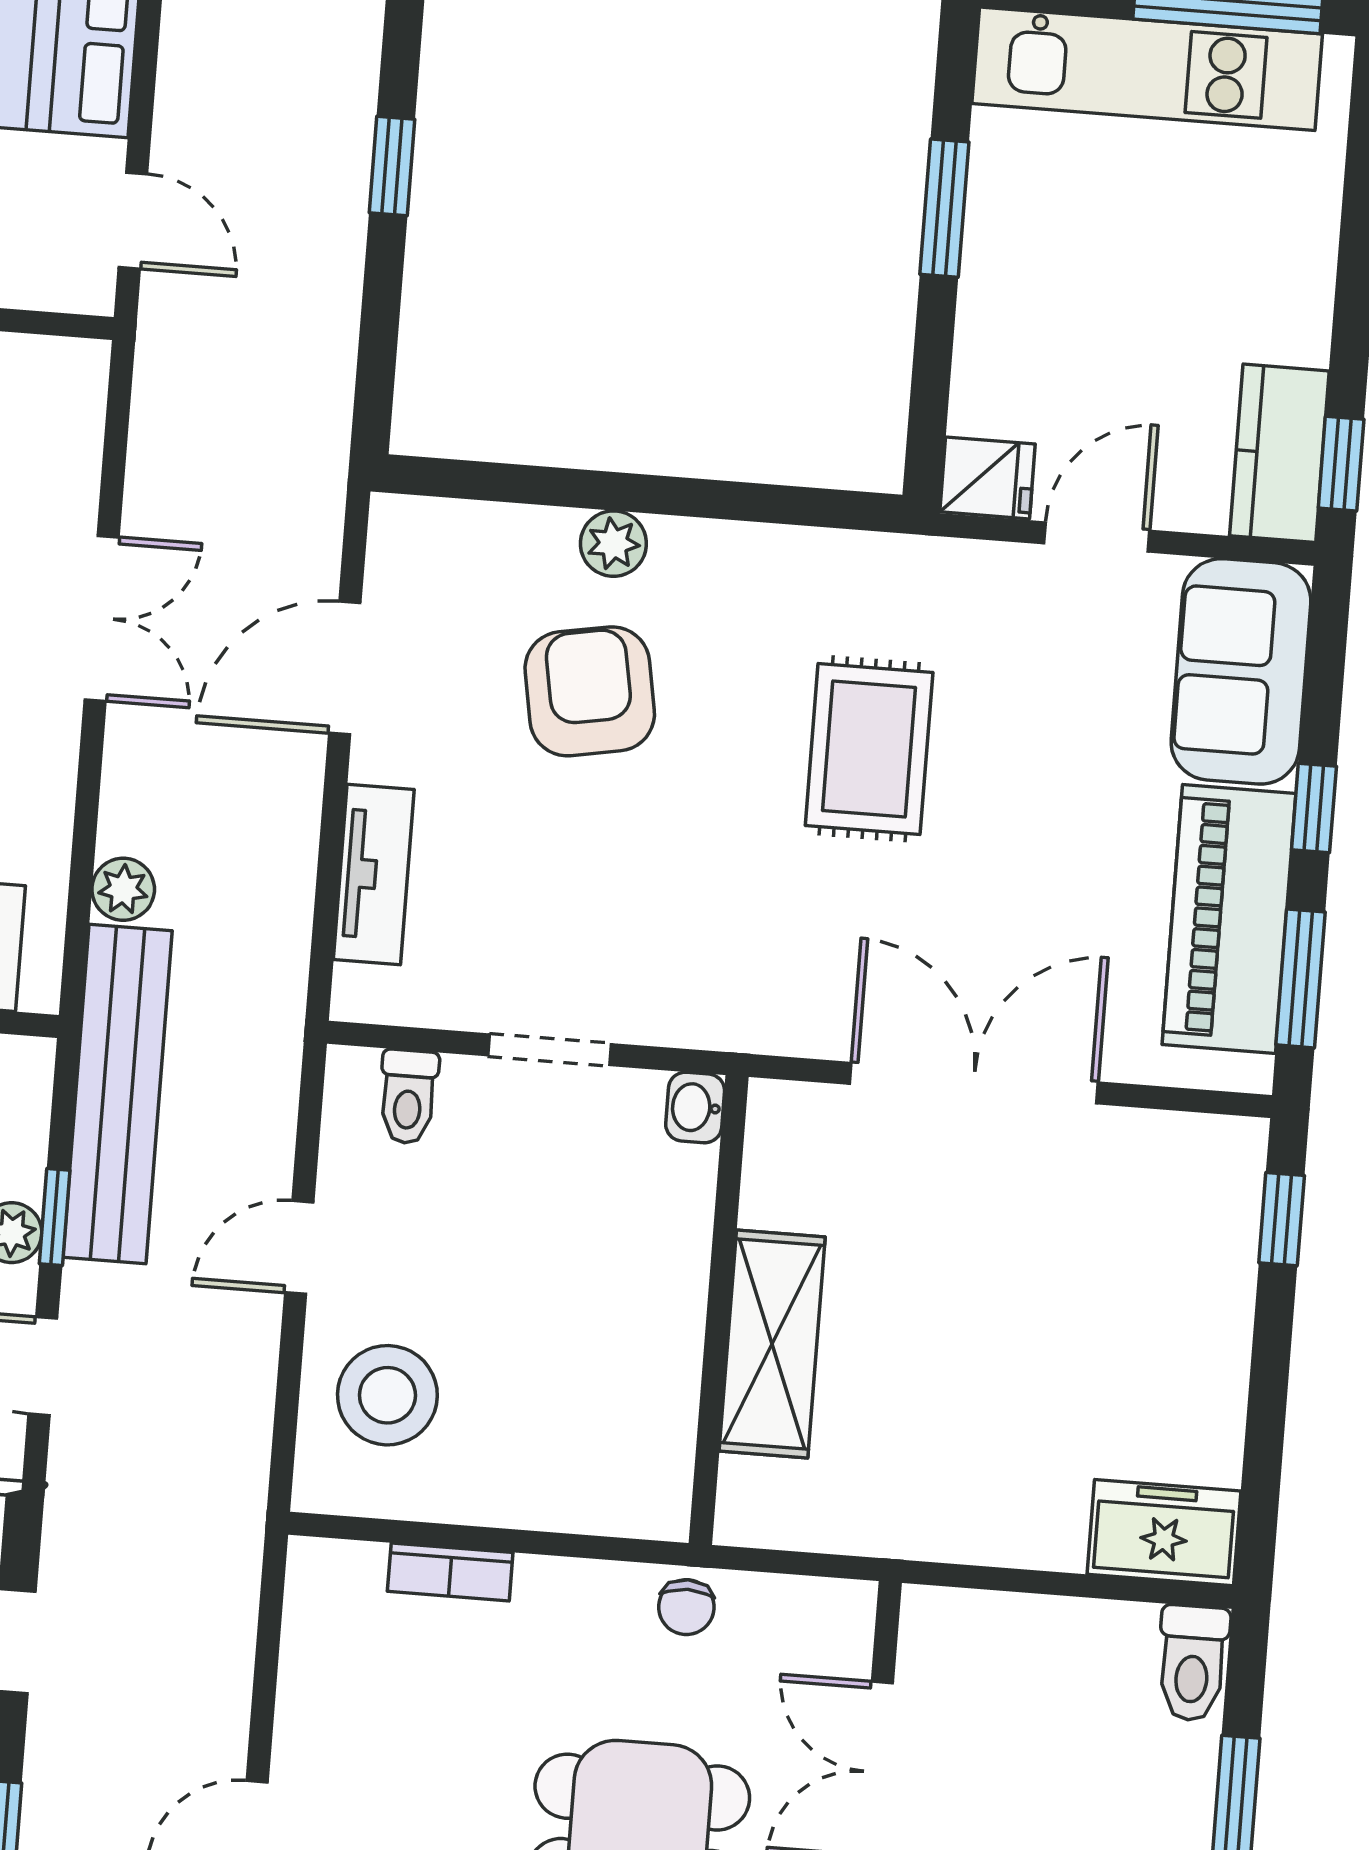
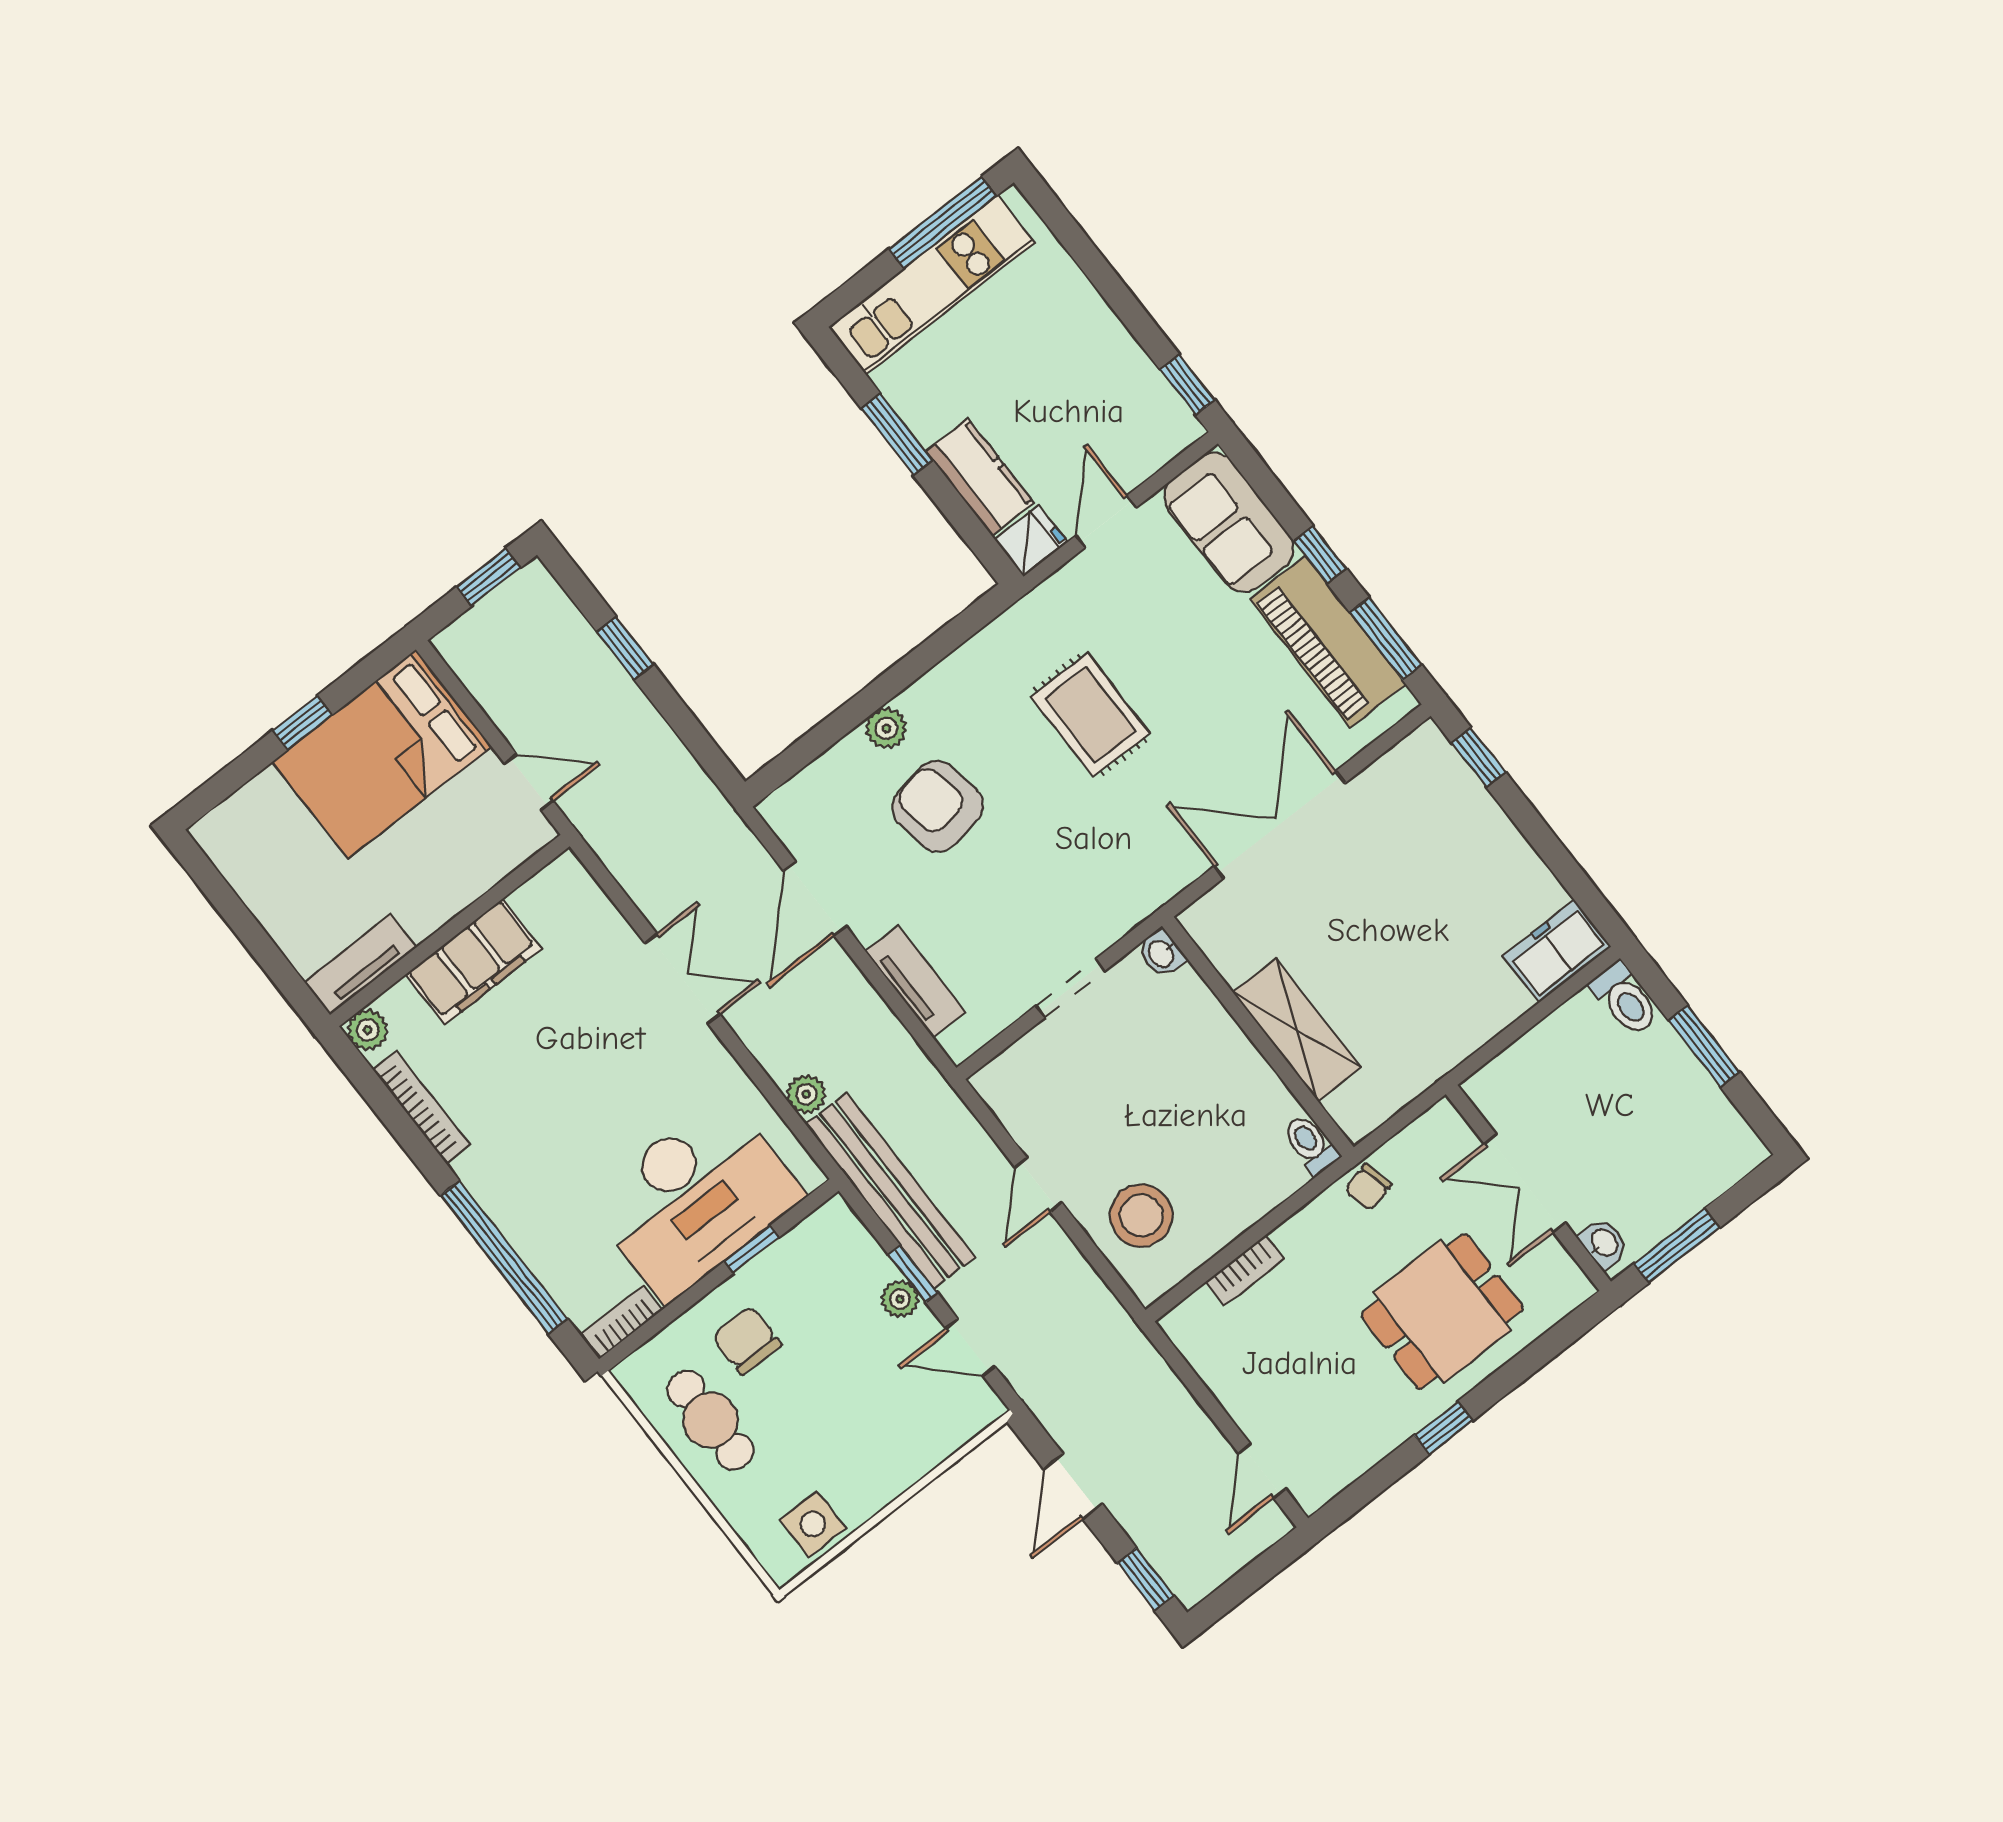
kitchen counter: (1279, 453) -> (980, 477), moved, turned 180
toilet: (408, 1097) -> (1311, 1145), moved, turned 180
chair: (686, 1607) -> (1368, 1187), turned 76

